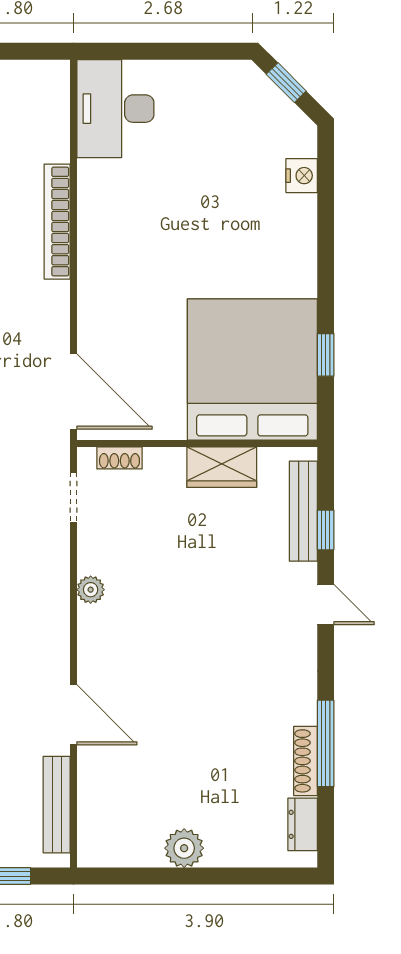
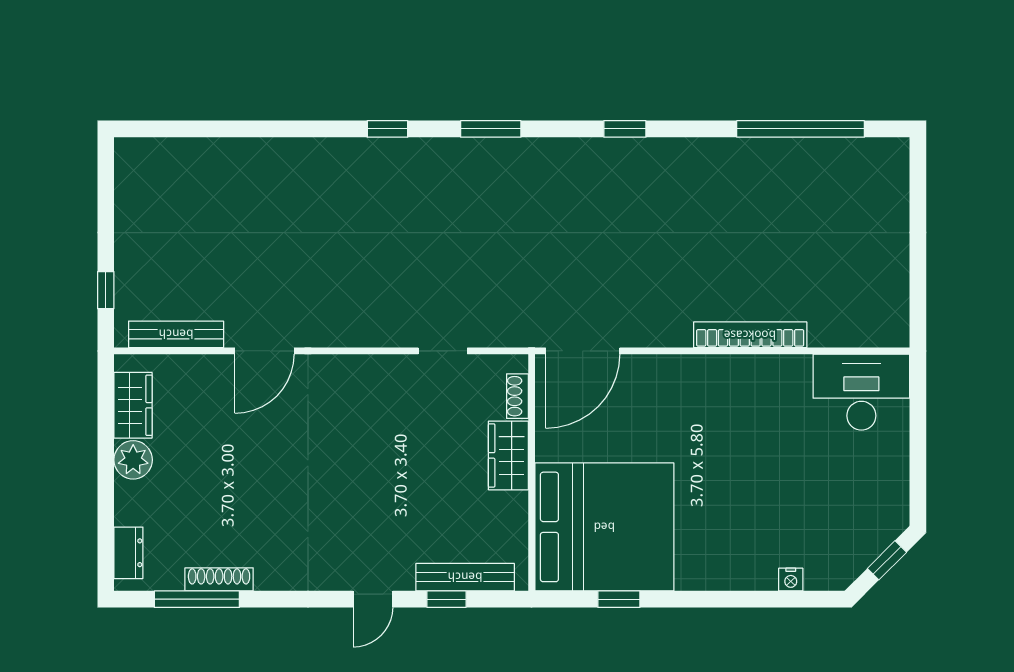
nightstand: (302, 176) -> (791, 580), width x0.72, depth x0.74
wardrobe: (222, 467) -> (508, 455), moved
doorway: (74, 497) -> (443, 351), moved
plant: (91, 590) -> (388, 368), removed
window: (326, 743) -> (197, 599), moved
dresser: (303, 824) -> (128, 553), moved, turned 90
wardrobe: (129, 848) -> (133, 405), added

